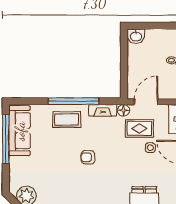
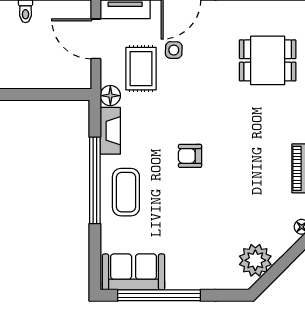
door: (146, 102) -> (96, 39), moved
sofa: (20, 131) -> (134, 272), width x0.73
armchair: (88, 157) -> (190, 156), turned 90

